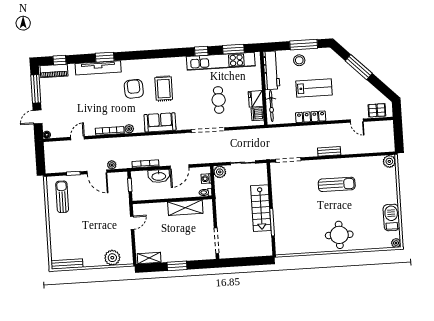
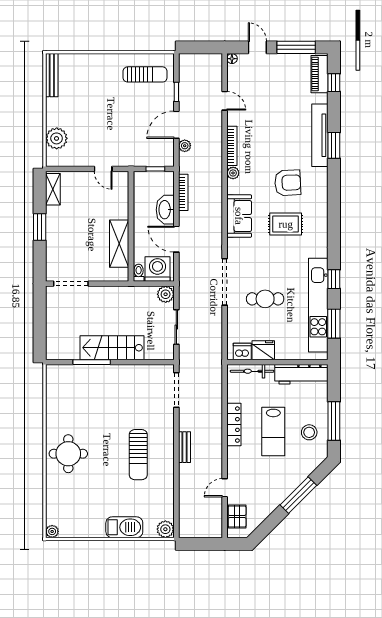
stool: (299, 60) -> (309, 432), moved
washing machine: (206, 179) -> (157, 269), width x1.89, depth x1.89
barbecue: (391, 217) -> (124, 527), moved

